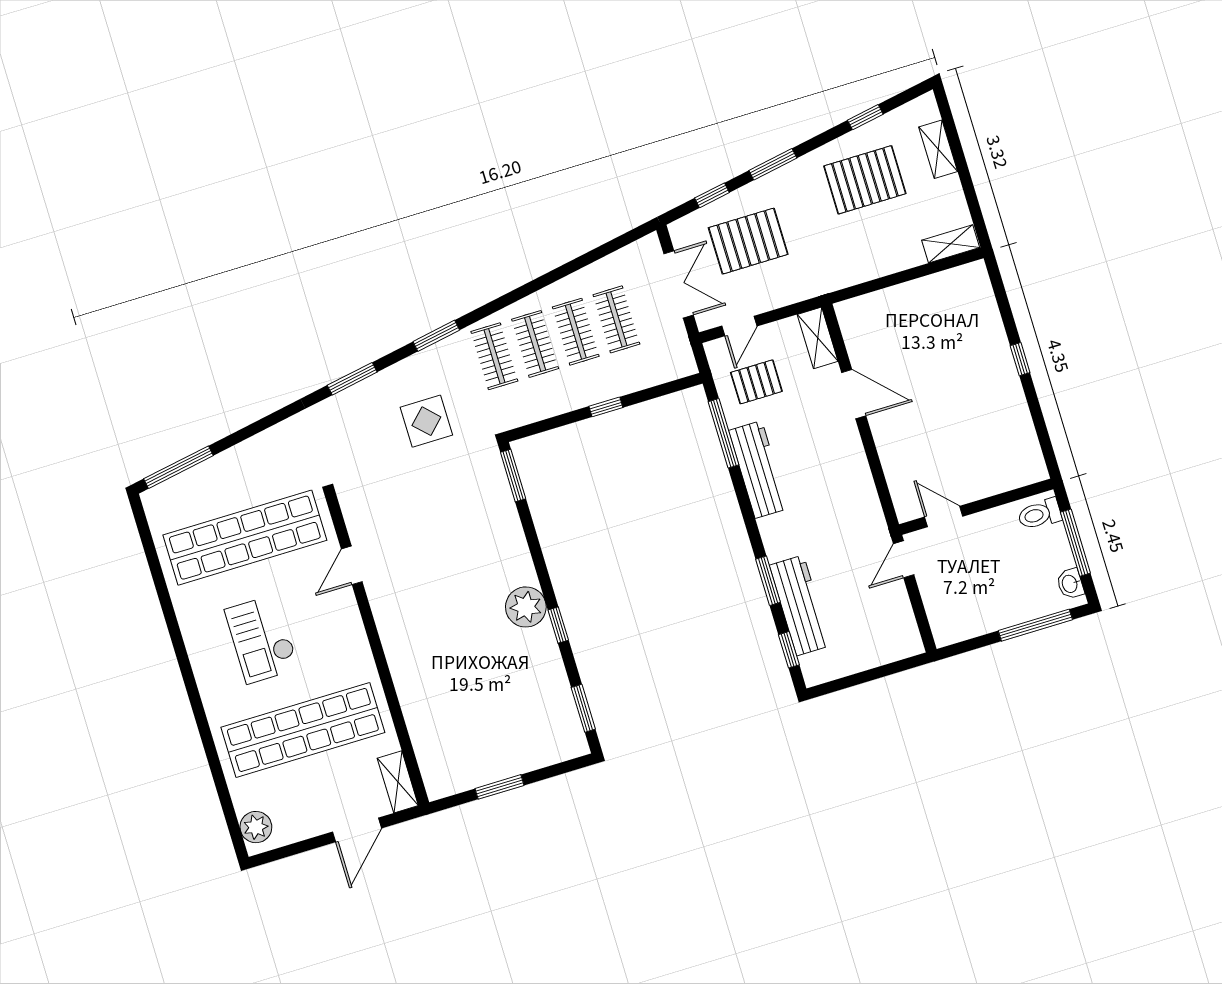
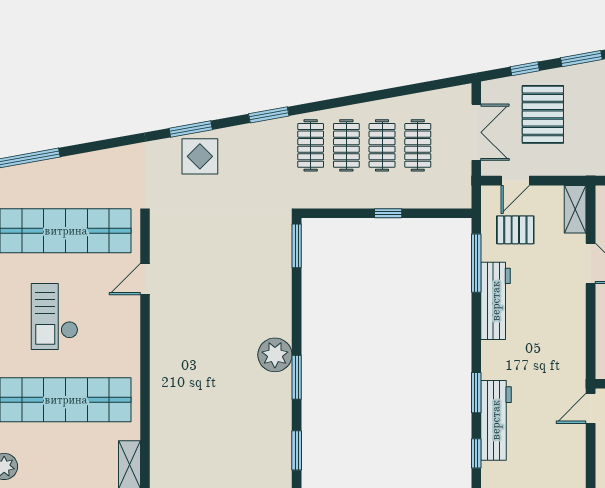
pallet: (748, 241) -> (543, 114), turned 90
display table: (426, 421) -> (200, 156), moved
window: (558, 625) -> (297, 377), width x1.50

